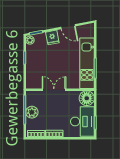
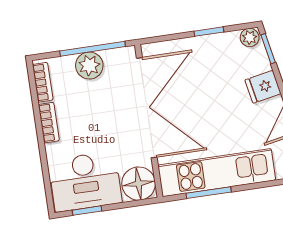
double door: (54, 90) -> (147, 108), width x1.87

